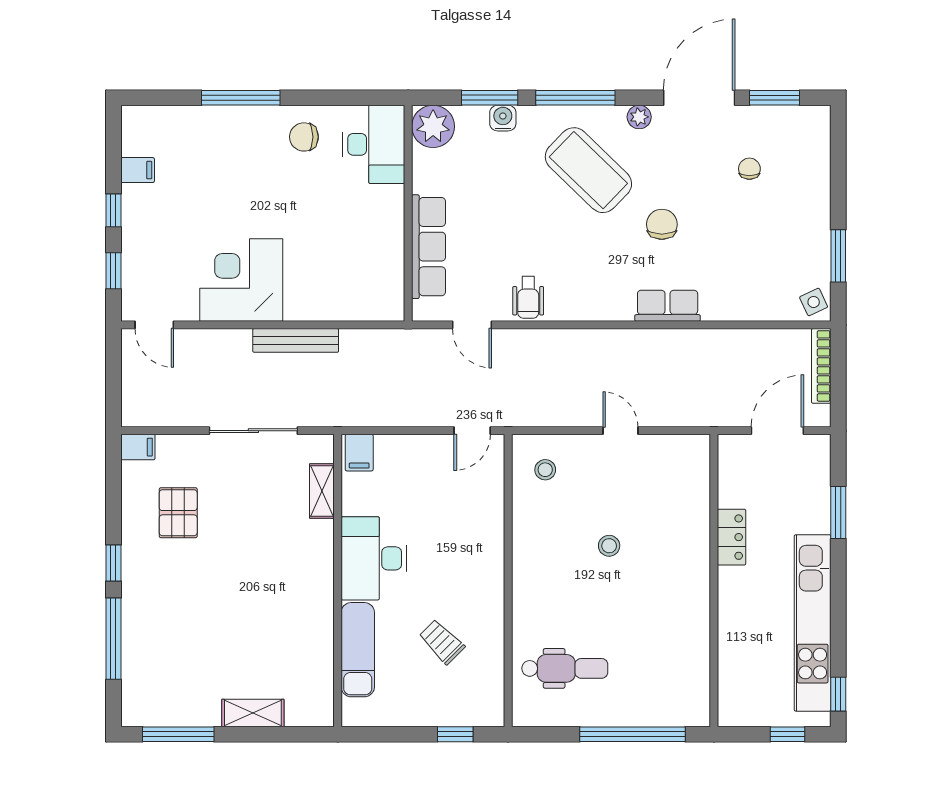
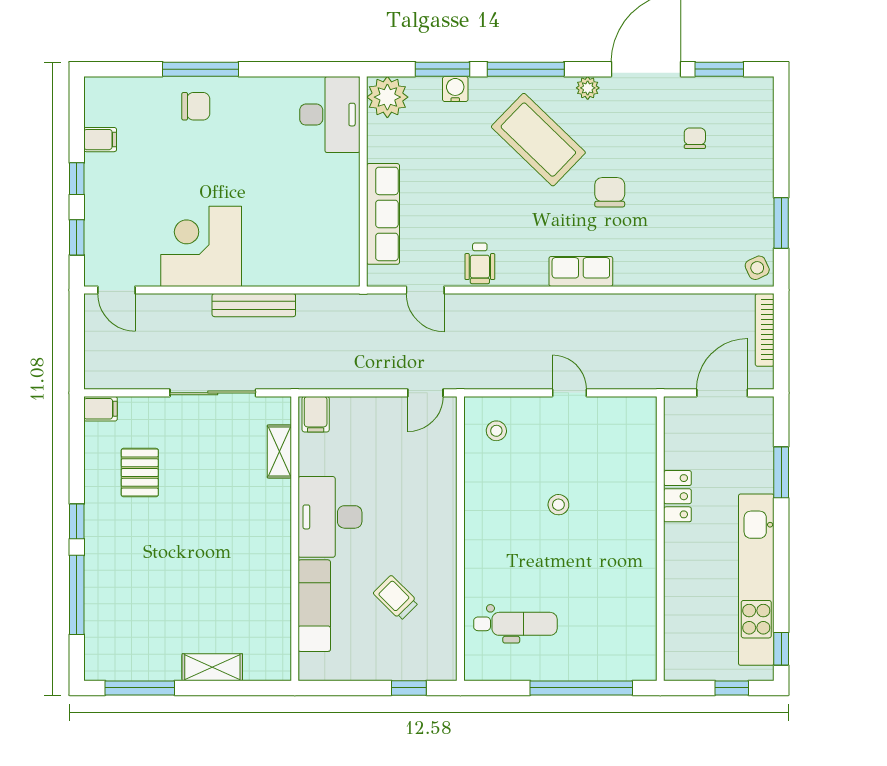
chair: (304, 137) -> (196, 106), moved, turned 180
row of seats: (668, 306) -> (581, 271), moved

